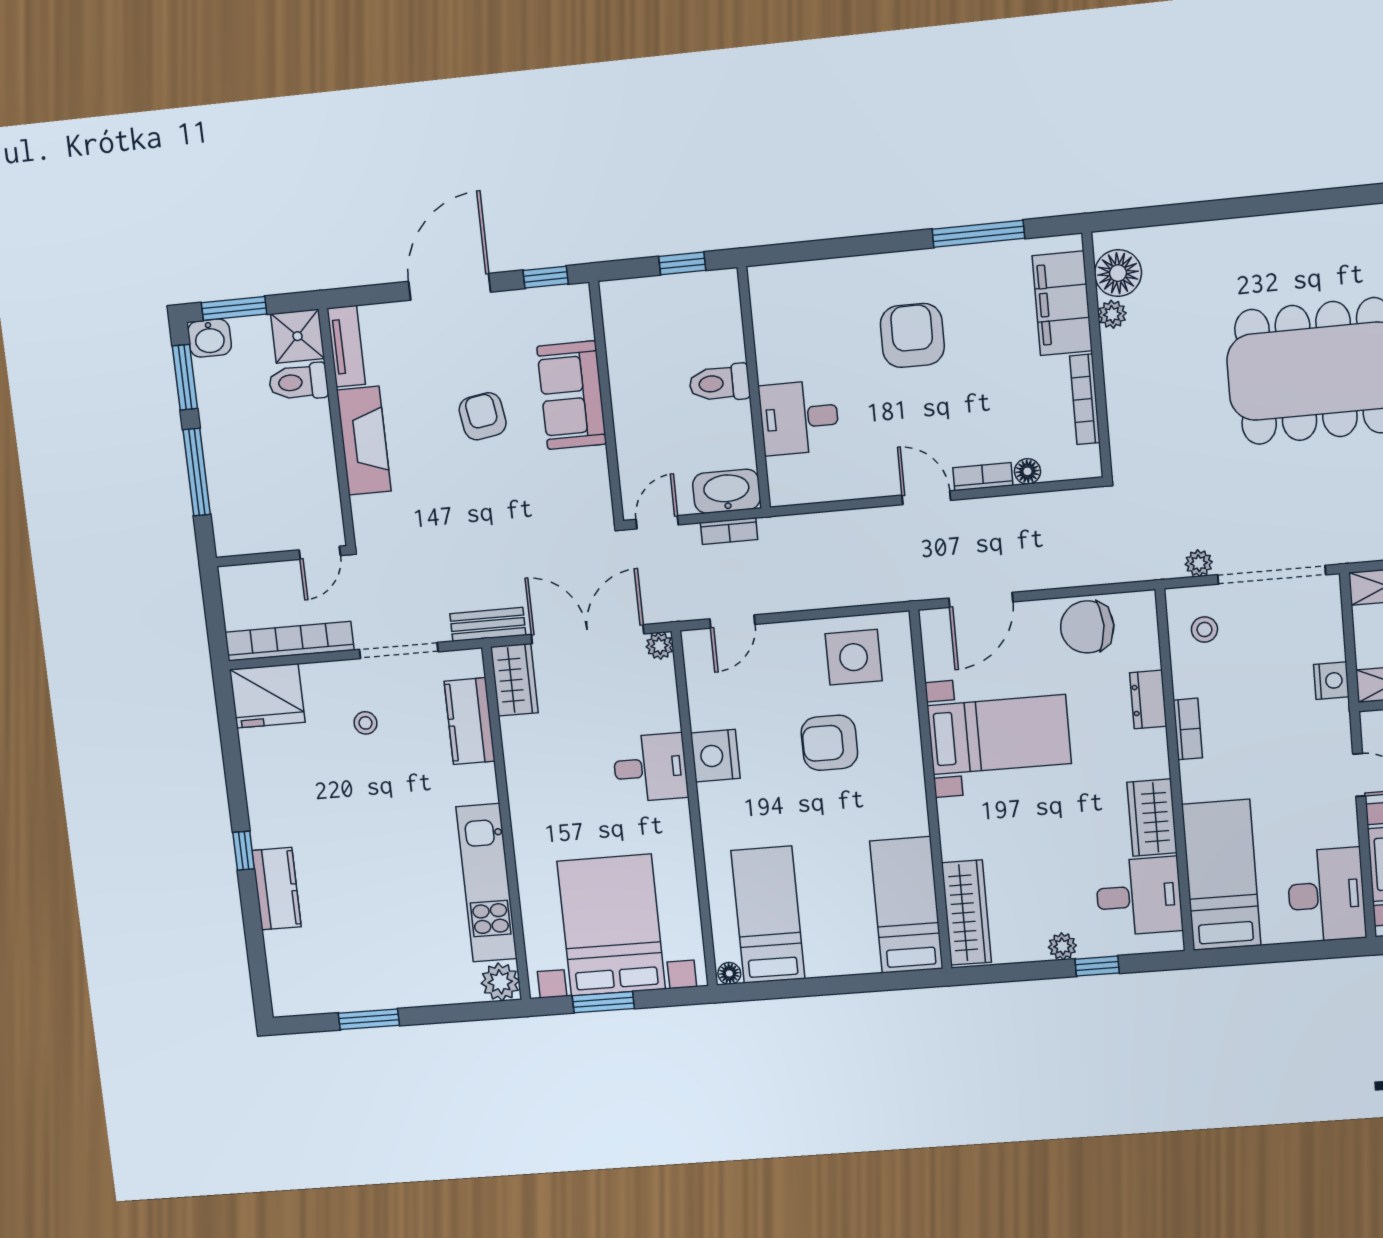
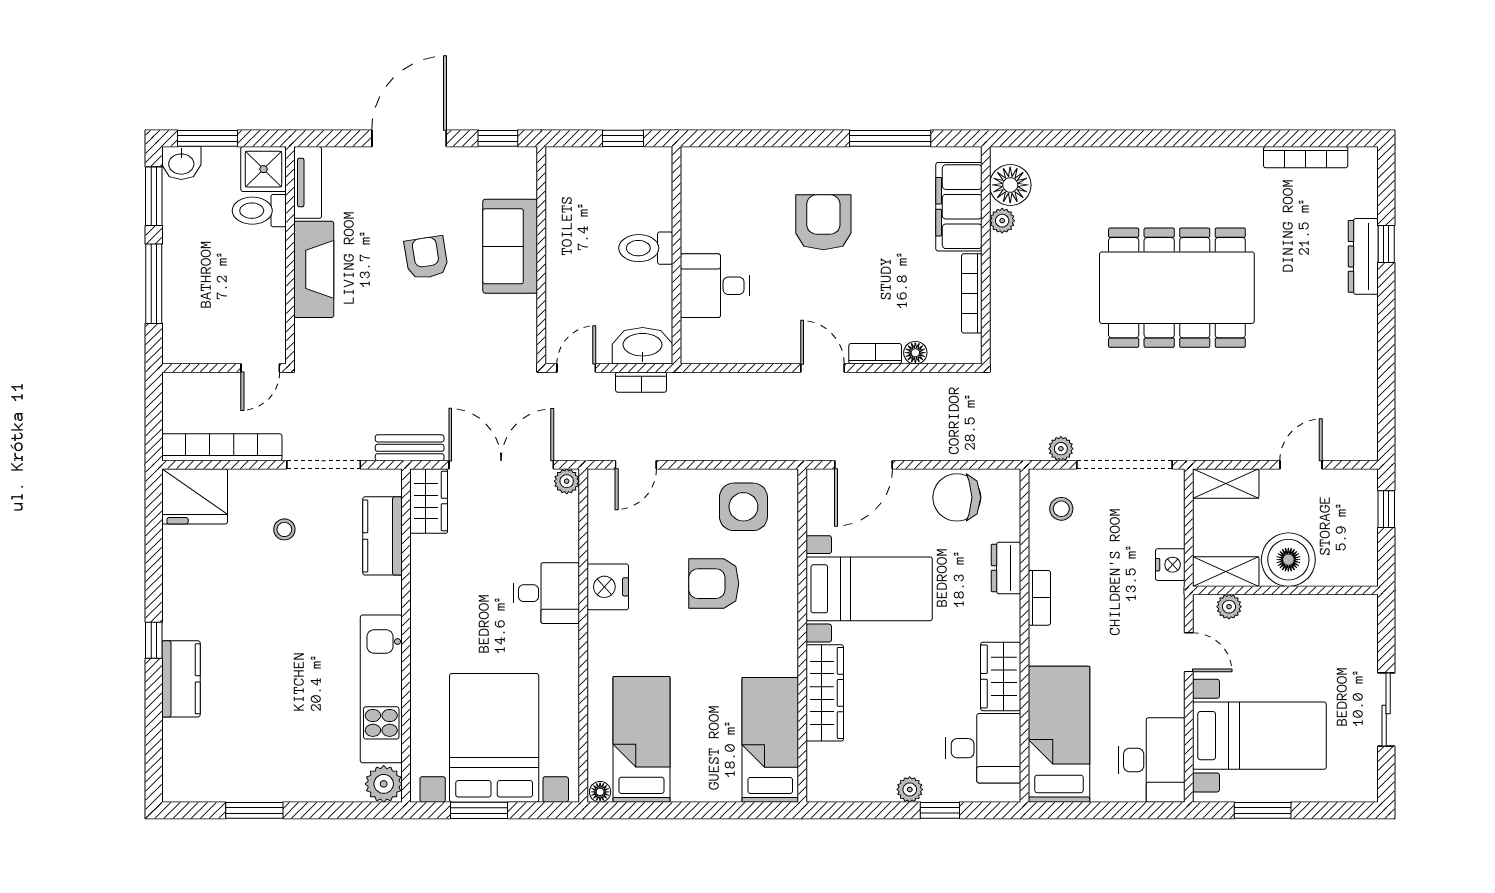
wardrobe: (966, 913) -> (825, 693), moved

